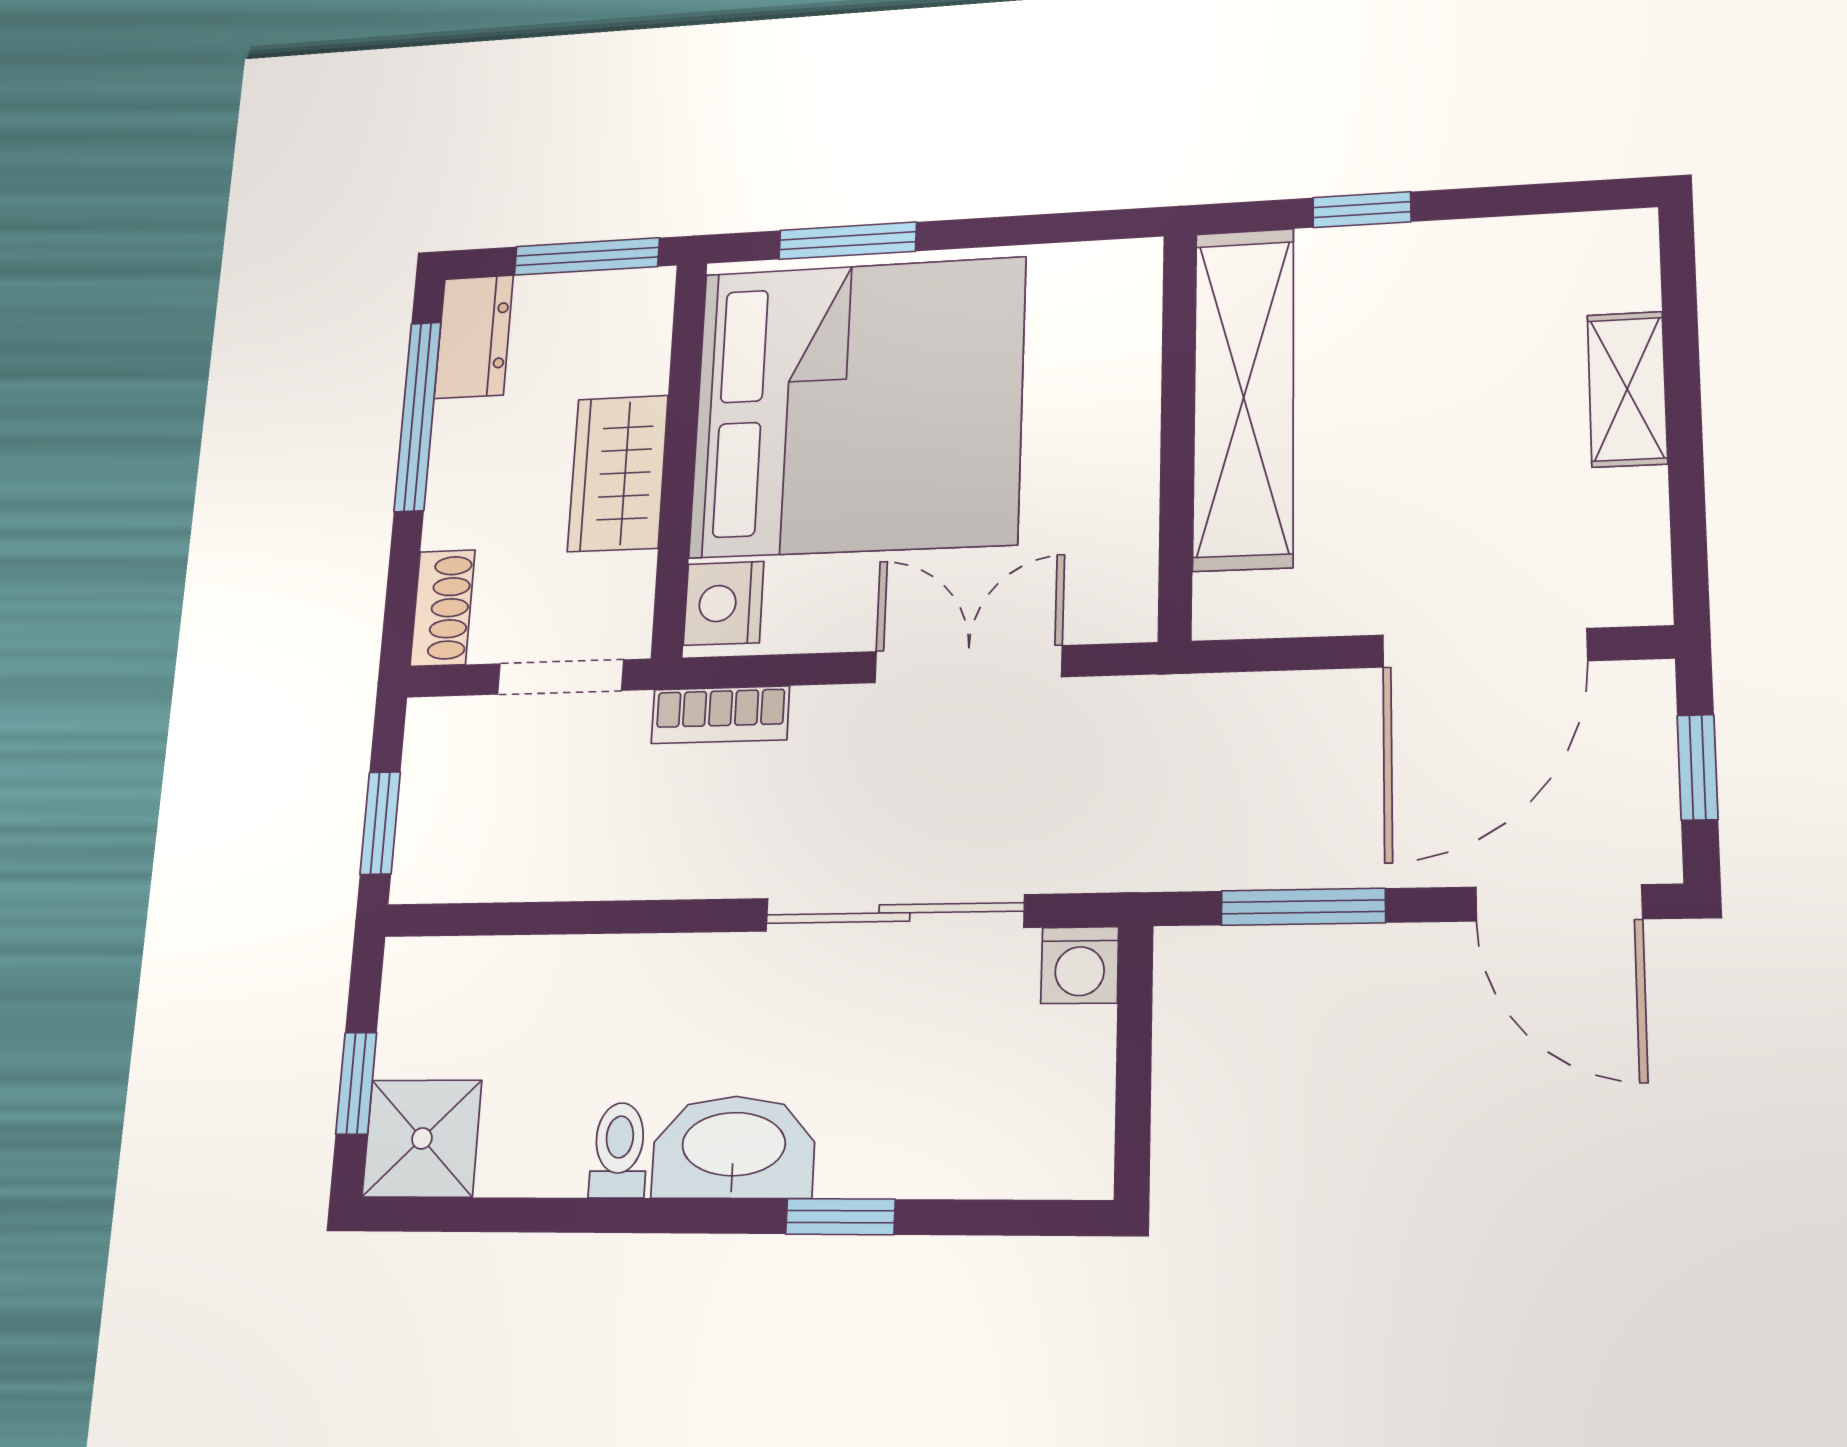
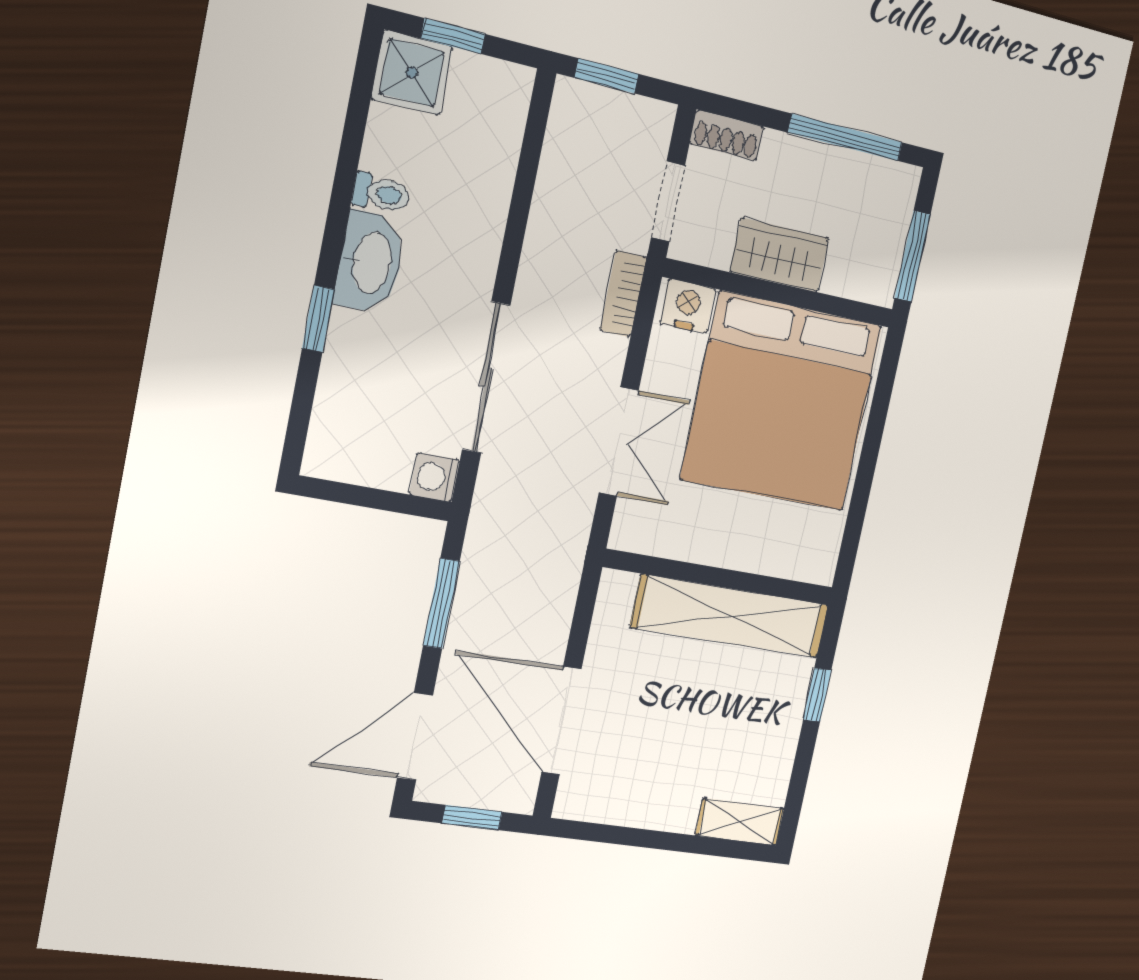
window: (847, 241) -> (879, 411), removed
dresser: (474, 337) -> (884, 180), removed
shelving: (1627, 389) -> (740, 822), moved

